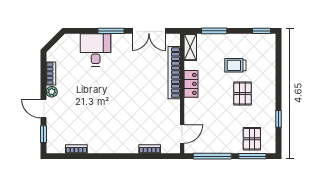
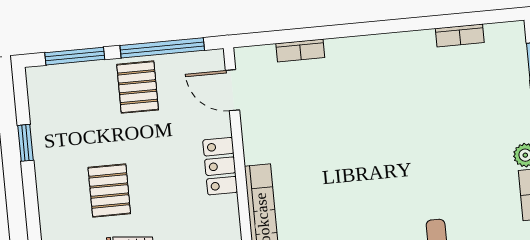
locker: (191, 84) -> (220, 166), moved
door: (182, 134) -> (233, 90), hinge flipped
pallet: (252, 139) -> (138, 87), moved

